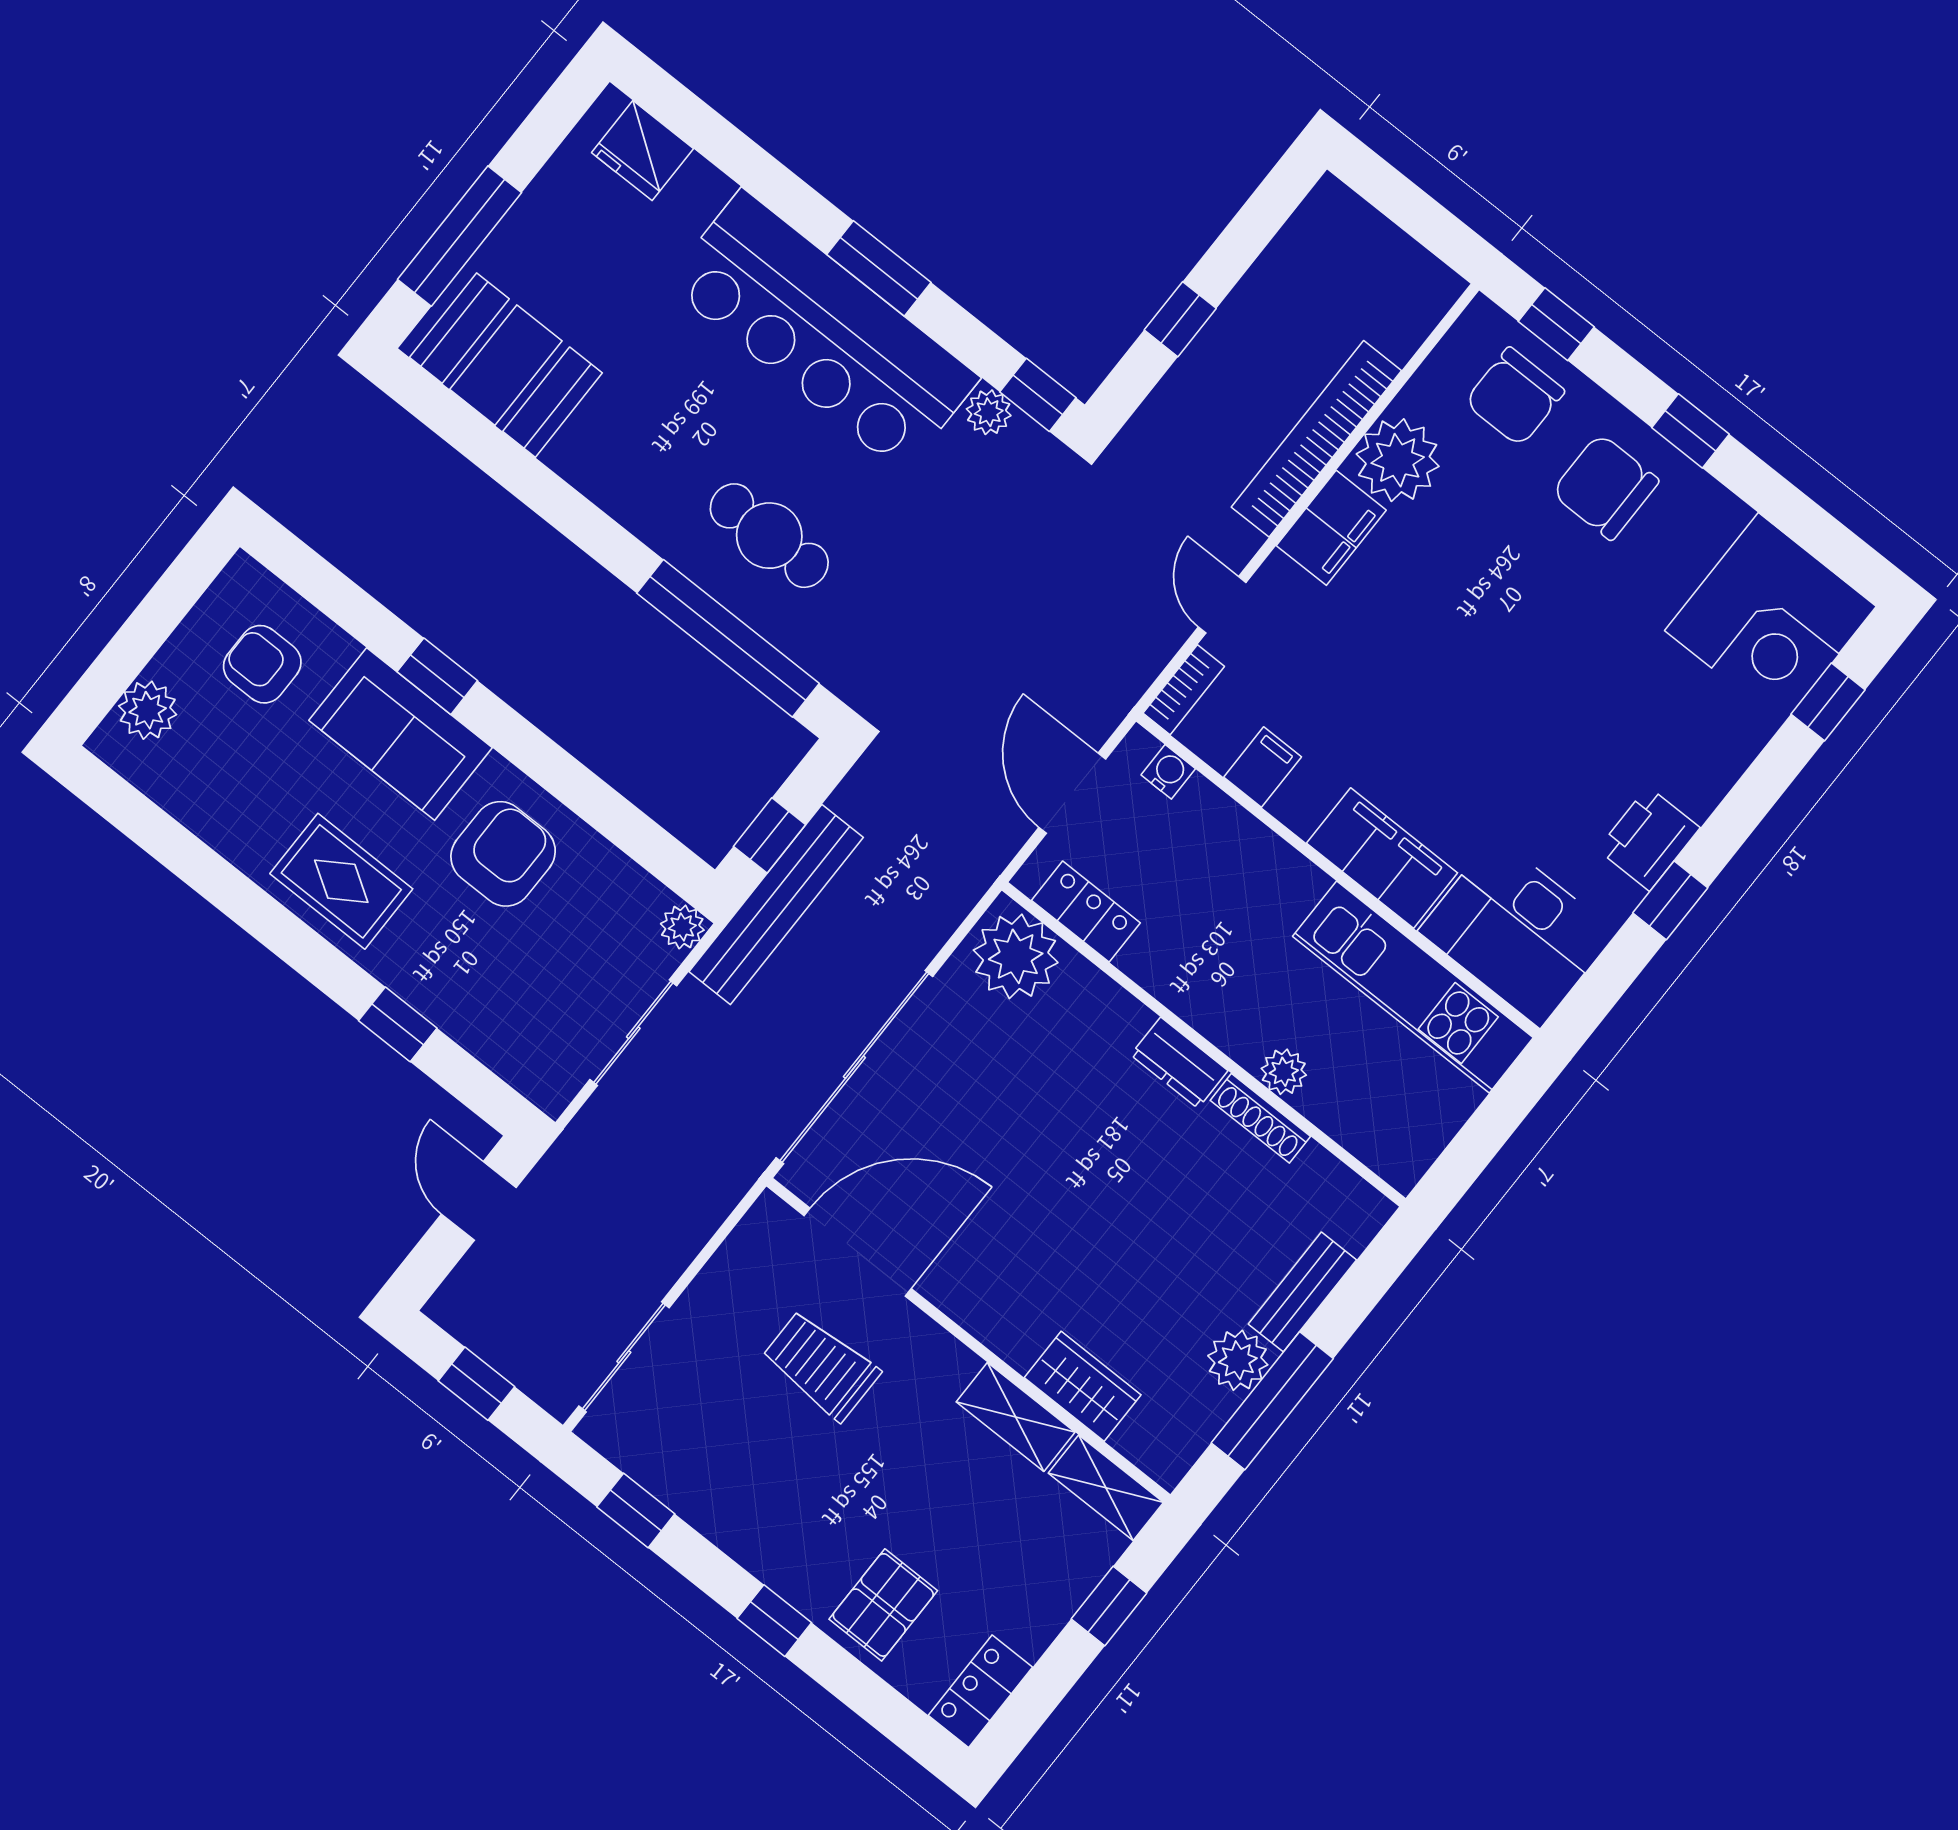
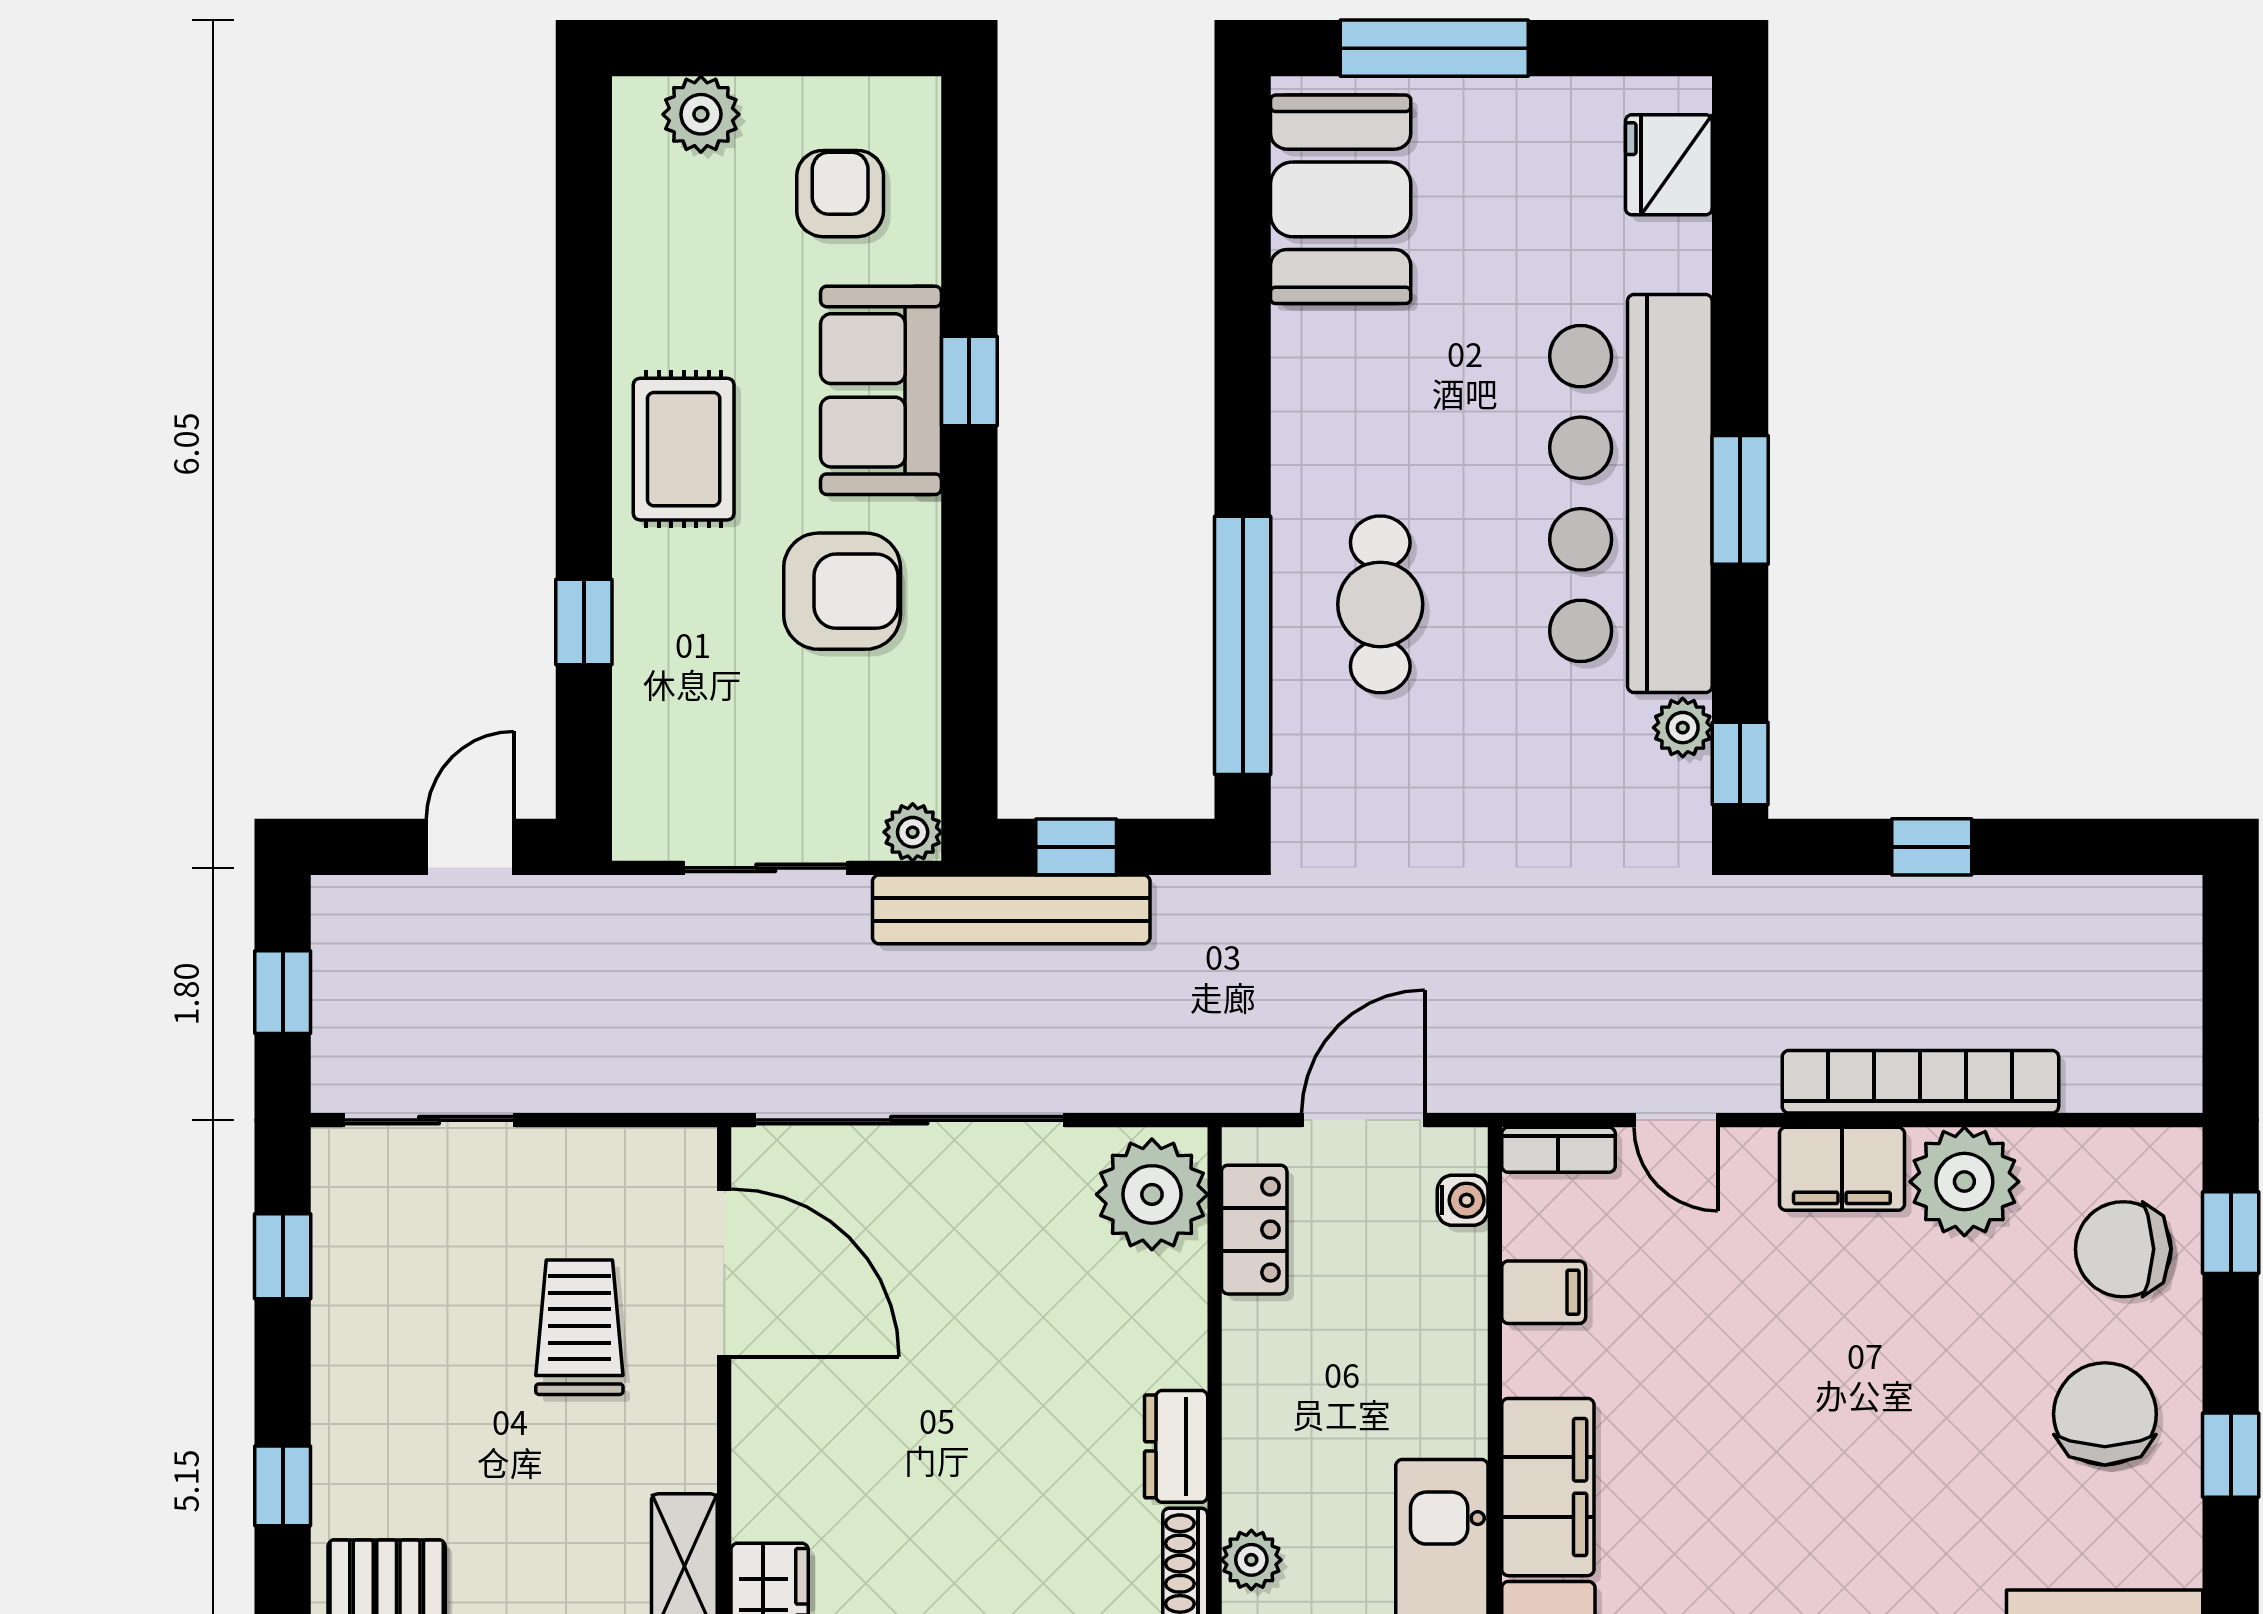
door: (1222, 605) -> (1676, 1120), swing flipped

